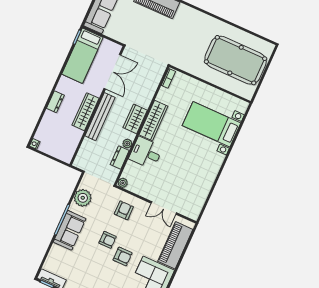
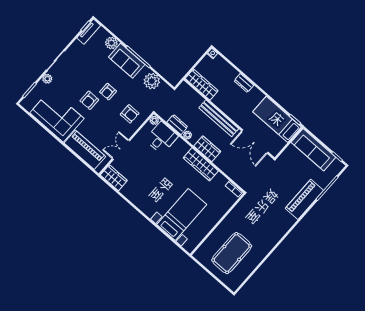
pool table: (236, 60) -> (232, 253), width x0.73, depth x0.76
wardrobe: (85, 112) -> (202, 85), moved
desk: (146, 153) -> (162, 138), moved
wardrobe: (195, 206) -> (114, 178), added
plant: (56, 252) -> (111, 43), added

